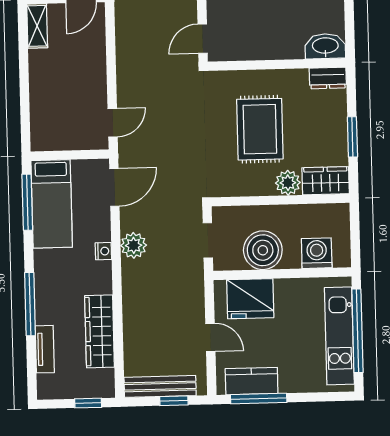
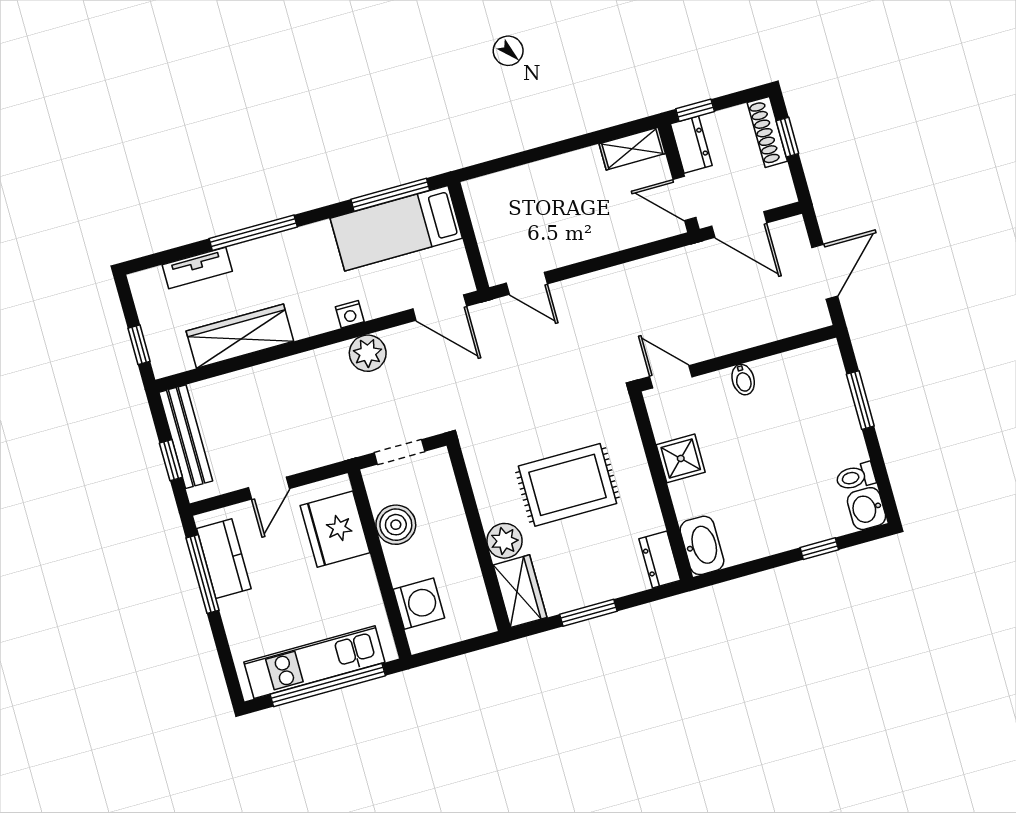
shower: (261, 46) -> (681, 458), added
boiler: (263, 250) -> (396, 525), width x0.73, depth x0.73

